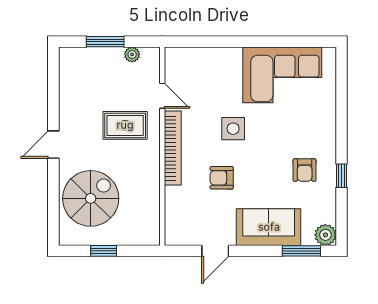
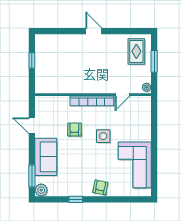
plant: (132, 54) -> (147, 87), moved
rug: (125, 125) -> (136, 51), moved
armchair: (305, 170) -> (100, 187), moved, turned 101
spiral stairs: (91, 198) -> (62, 53), removed

